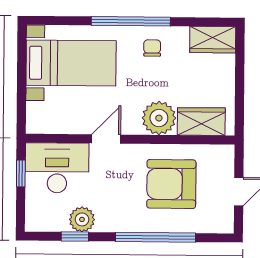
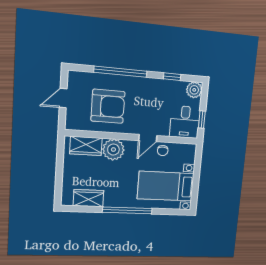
wardrobe: (213, 40) -> (88, 198), moved
chair: (152, 48) -> (163, 151), moved
desk: (57, 168) -> (185, 122), width x0.73
plant: (82, 219) -> (194, 90), moved

